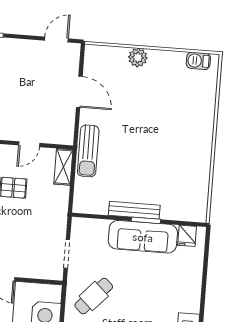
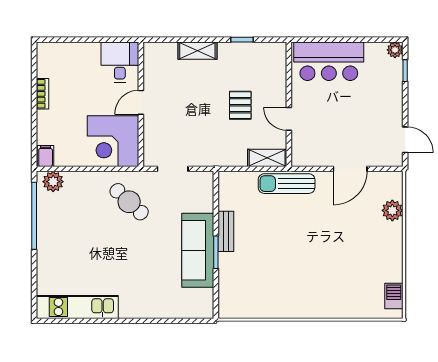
plant: (138, 57) -> (392, 210), moved
bench: (134, 210) -> (226, 231), width x0.73
fridge: (187, 236) -> (202, 298), removed

